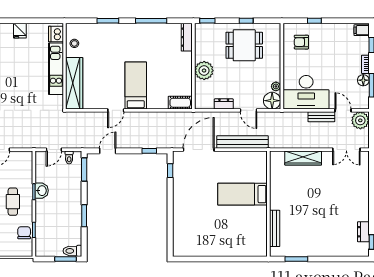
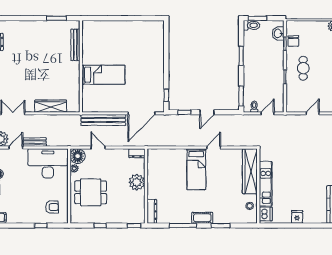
dining table: (244, 45) -> (91, 192), moved
cot: (180, 103) -> (202, 218), moved
dresser: (224, 104) -> (137, 153), moved
door: (343, 110) -> (16, 148), swing flipped
door: (108, 151) -> (207, 112), moved
washbasin: (42, 191) -> (278, 34), moved

